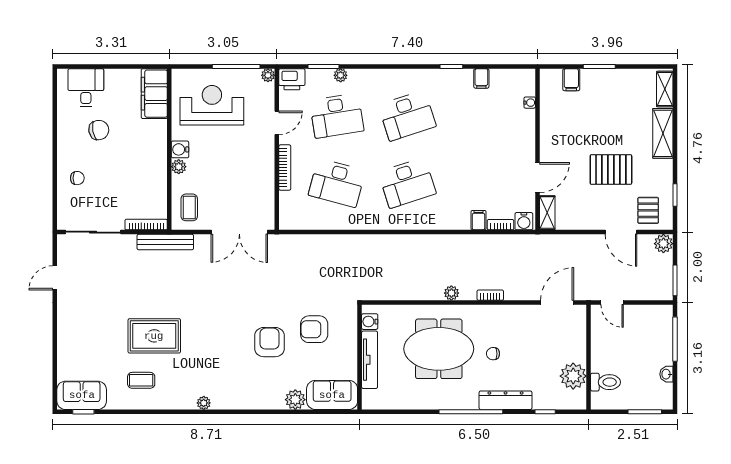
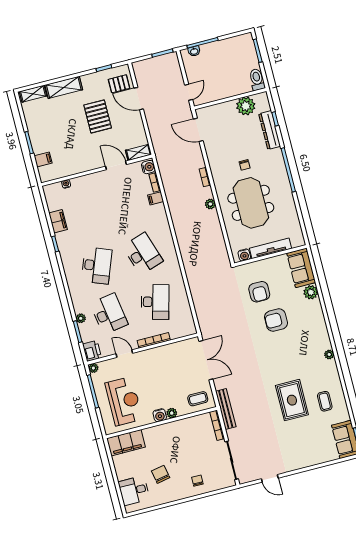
filing cabinet: (481, 78) -> (58, 221), width x2.00
reception desk: (212, 105) -> (124, 401), turned 180
desk: (407, 116) -> (97, 266), turned 39
door: (621, 232) -> (139, 99), swing flipped
plant: (663, 244) -> (139, 67), removed
washbasin: (666, 374) -> (194, 51), moved
toilet: (606, 382) -> (257, 80), moved
dresser: (506, 400) -> (270, 130), moved

